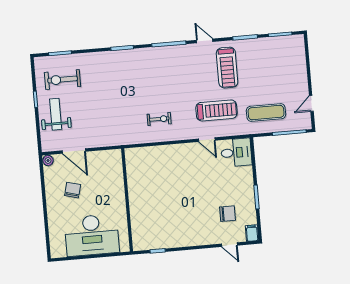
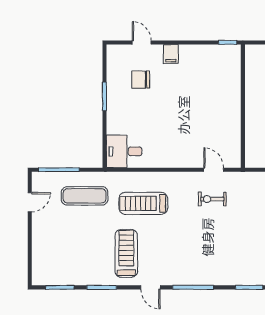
door: (207, 140) -> (214, 170), moved
wall: (127, 200) -> (243, 106), moved
filing cabinet: (252, 233) -> (171, 54), moved

